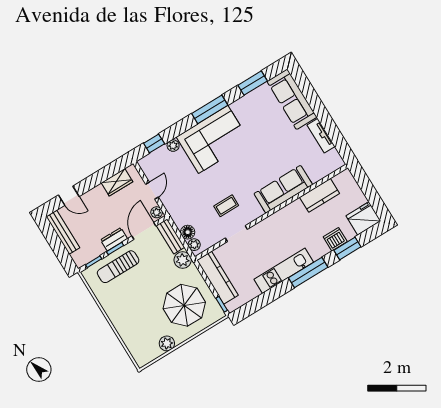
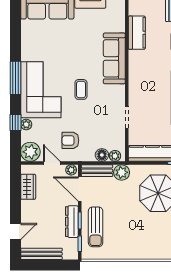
window: (253, 83) -> (15, 31), removed
window: (154, 143) -> (15, 123), moved
plant: (150, 165) -> (30, 152), added
armchair: (183, 195) -> (70, 140), added
coffee table: (226, 206) -> (81, 89), moved
dresser: (114, 239) -> (72, 222), width x1.44

